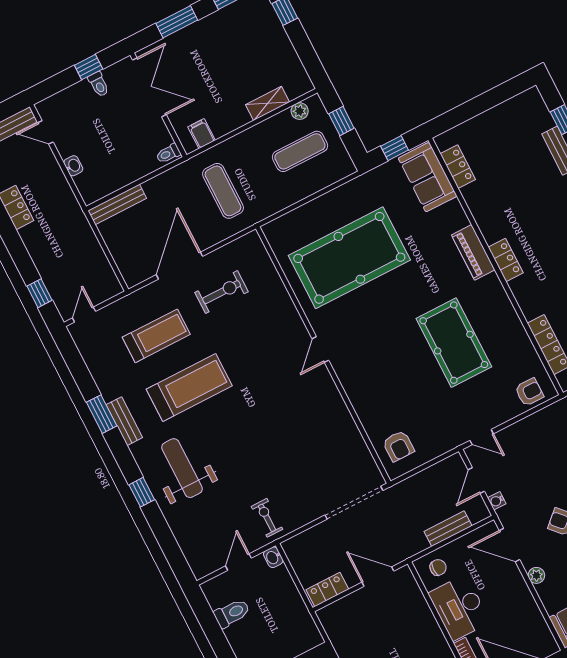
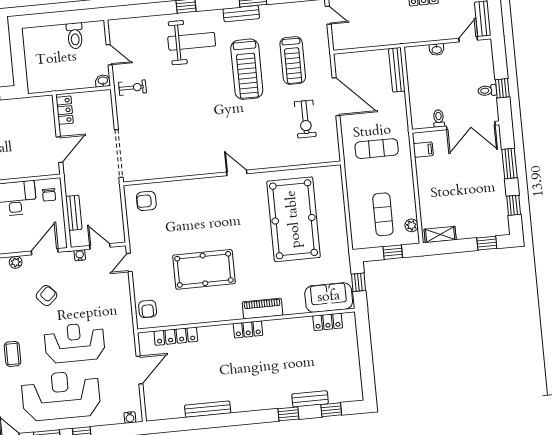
shelving: (267, 103) -> (440, 235), moved, turned 90
toilet: (168, 154) -> (439, 118), moved

